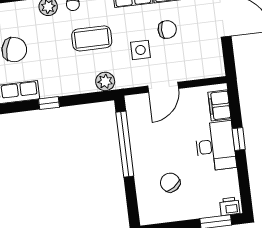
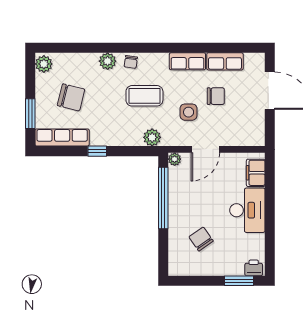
plant: (132, 102) -> (175, 159), added
window: (239, 139) -> (270, 206), removed

